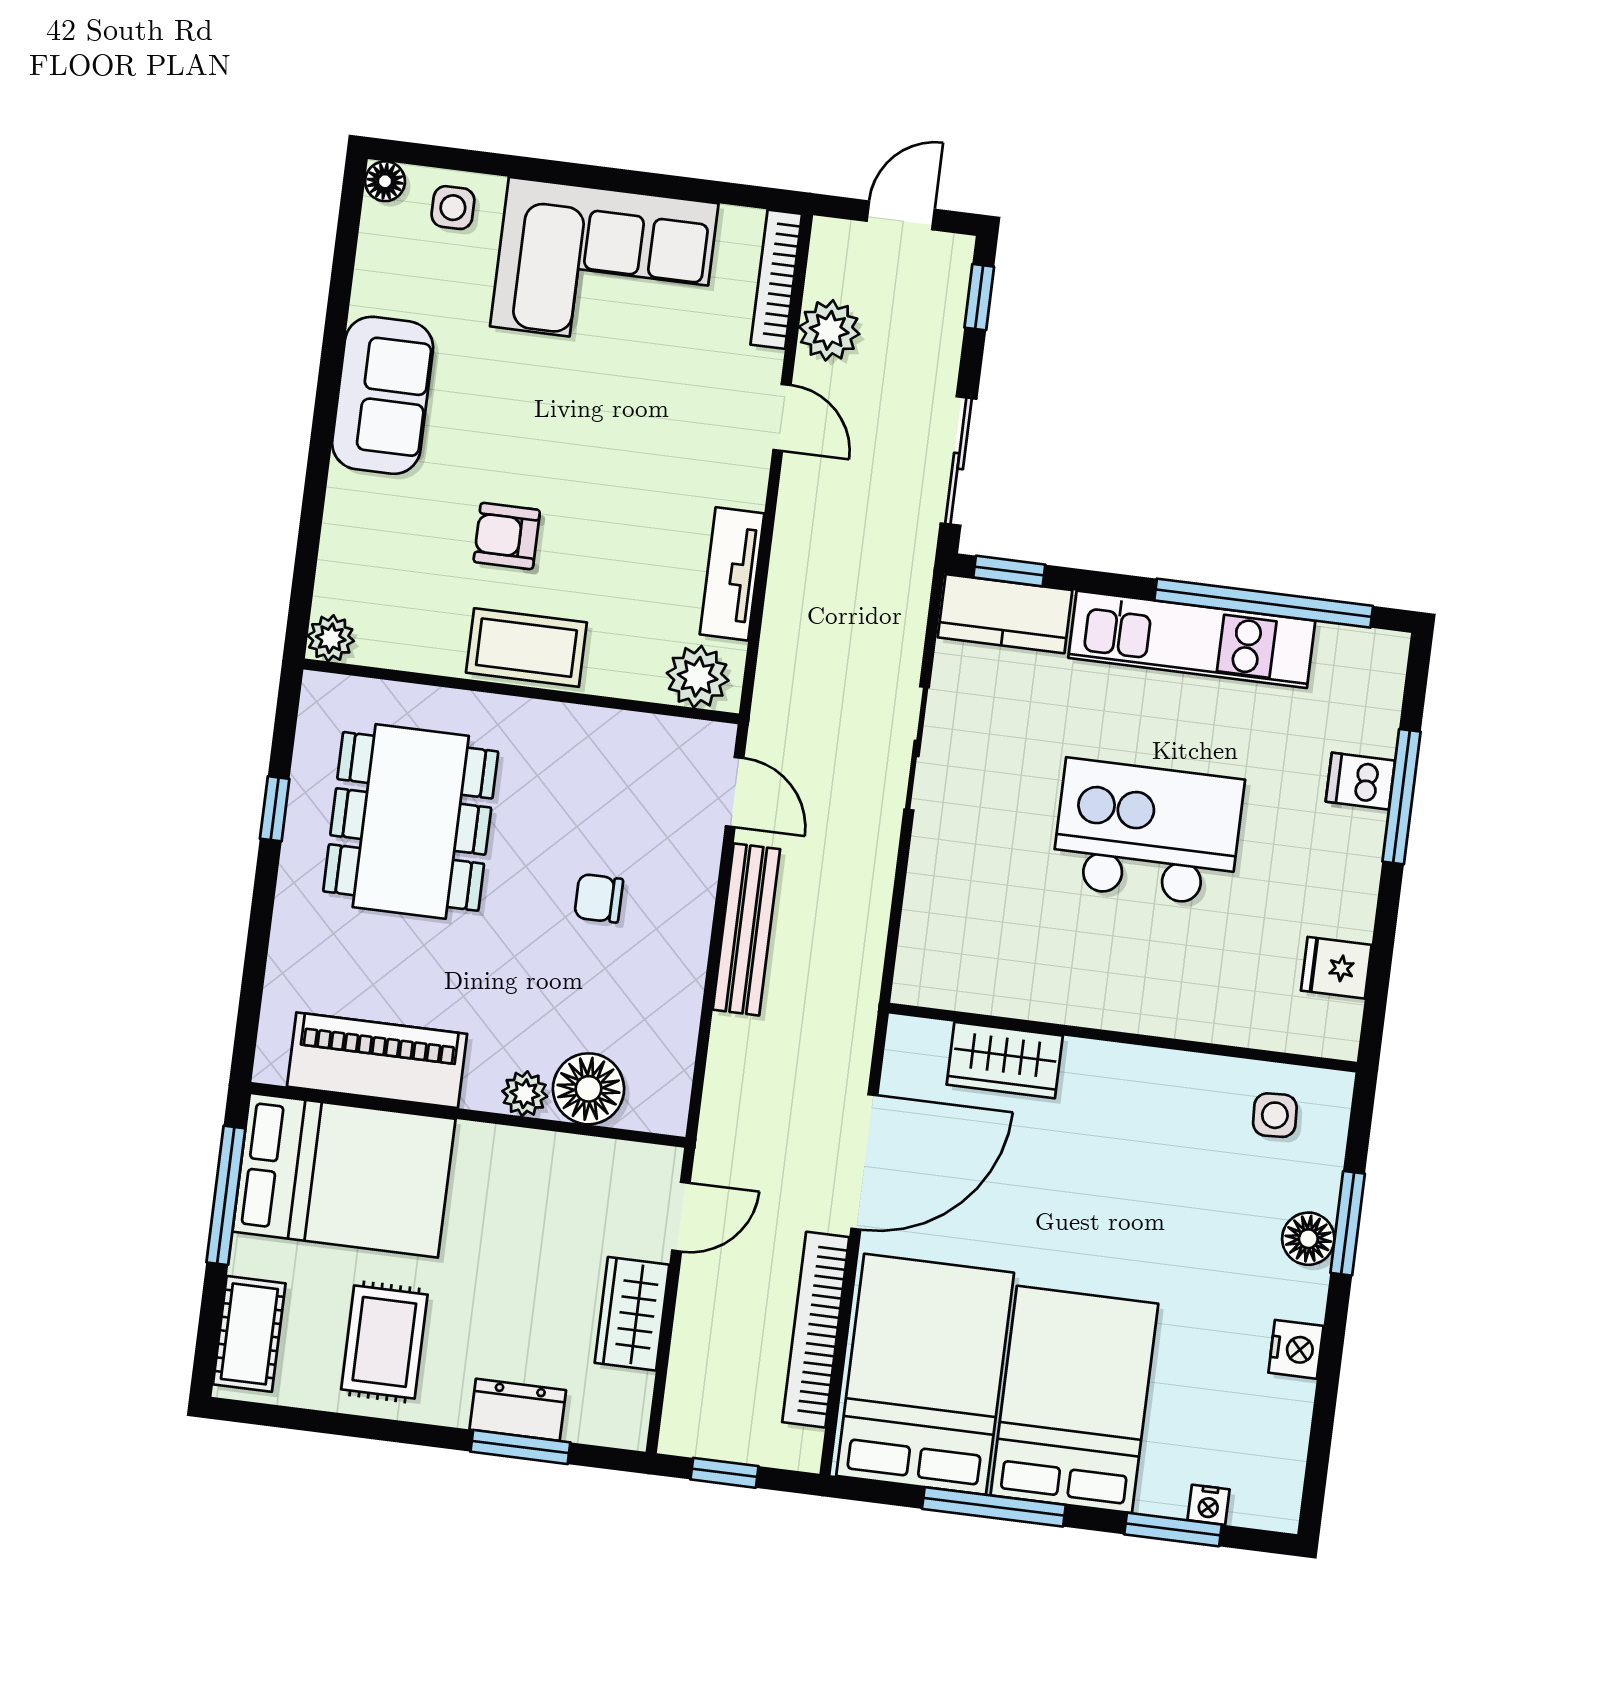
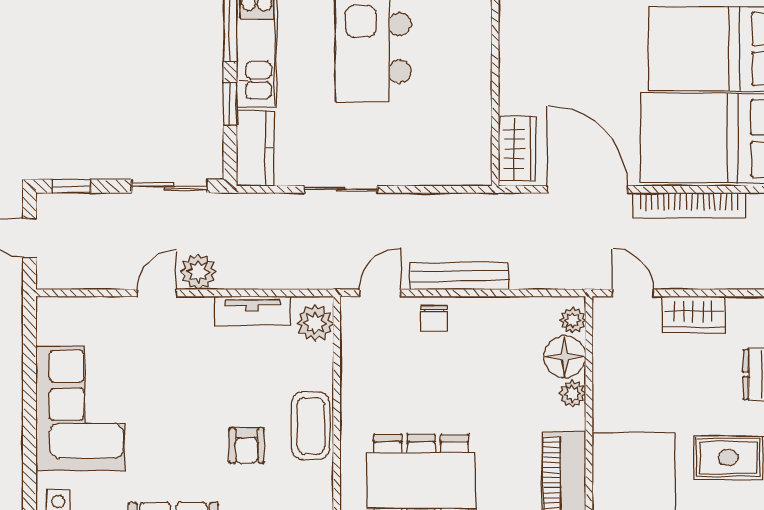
bookcase: (776, 279) -> (76, 306), removed
plant: (829, 330) -> (198, 272), moved
window: (1009, 571) -> (230, 104), moved
chair: (599, 898) -> (434, 318), moved
wardrobe: (1005, 1060) -> (517, 149), moved
plant: (648, 1110) -> (573, 320), added

